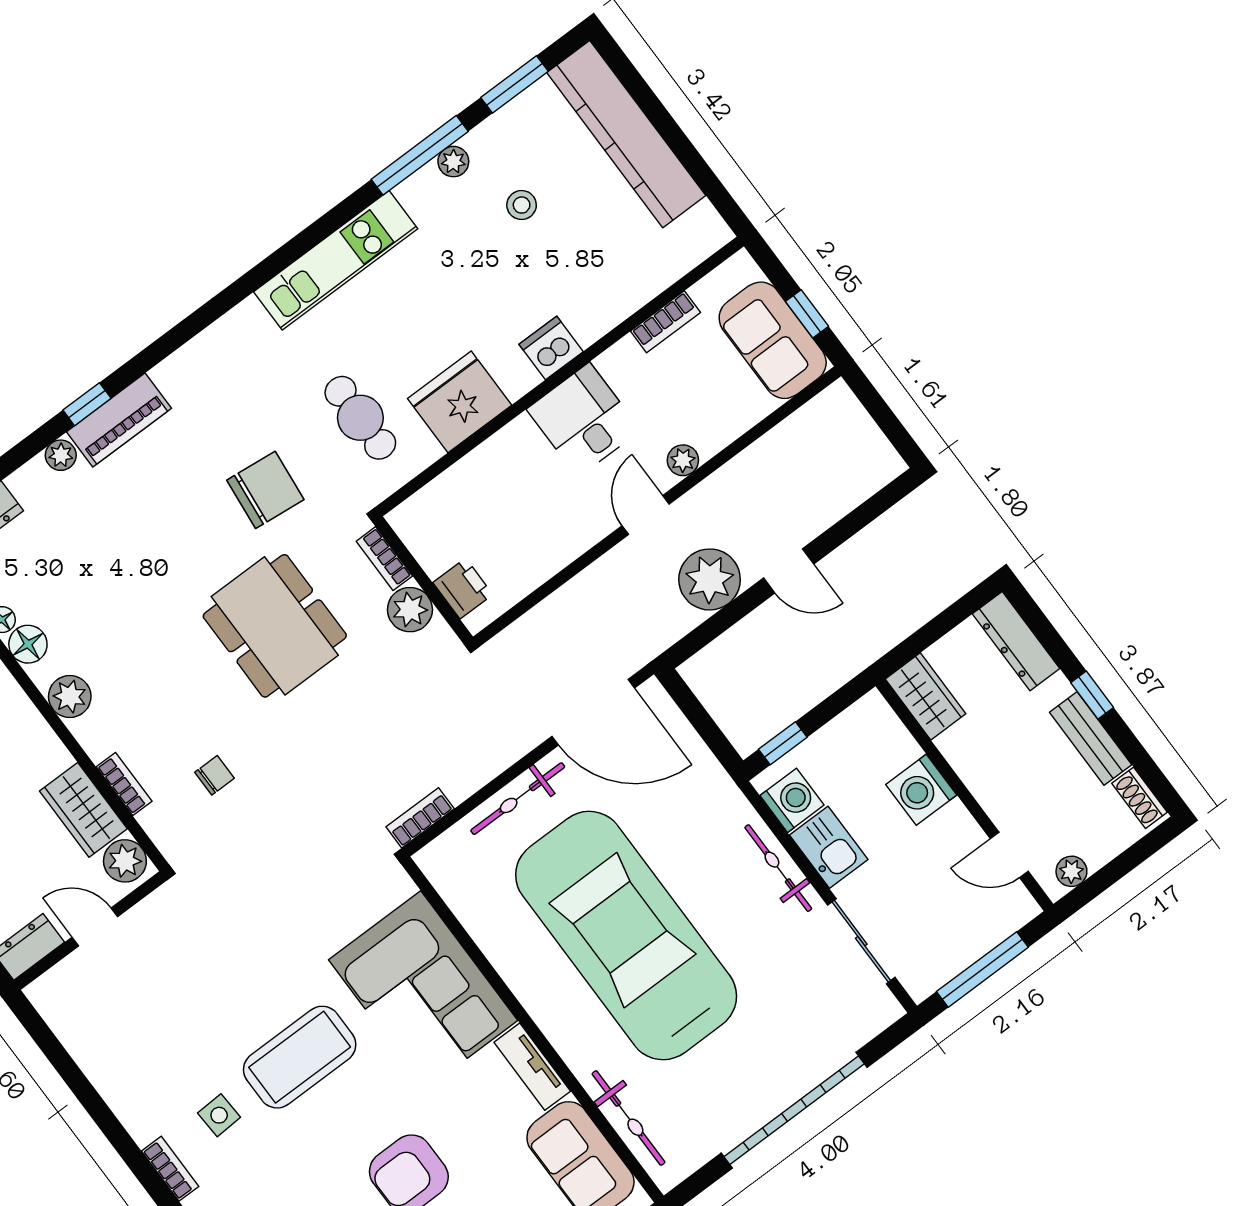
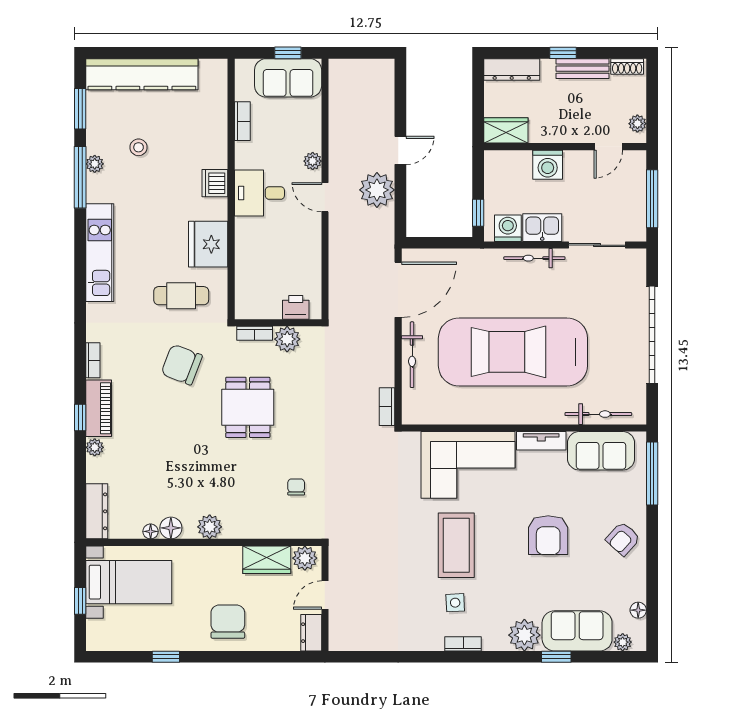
chair: (265, 490) -> (182, 365), turned -75
dining table: (275, 626) -> (248, 407), width x0.73
bookcase: (124, 784) -> (93, 360), moved, turned 90

